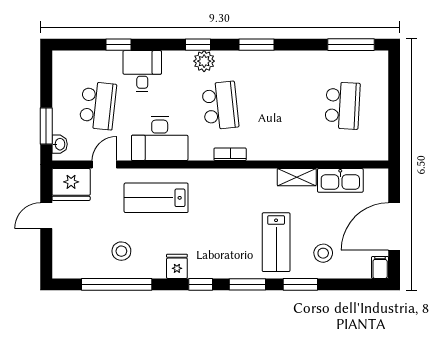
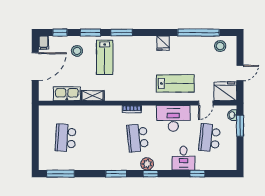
lab bench: (276, 242) -> (105, 57), turned 180
stool: (121, 251) -> (220, 46), moved
window: (201, 284) -> (60, 33), moved

